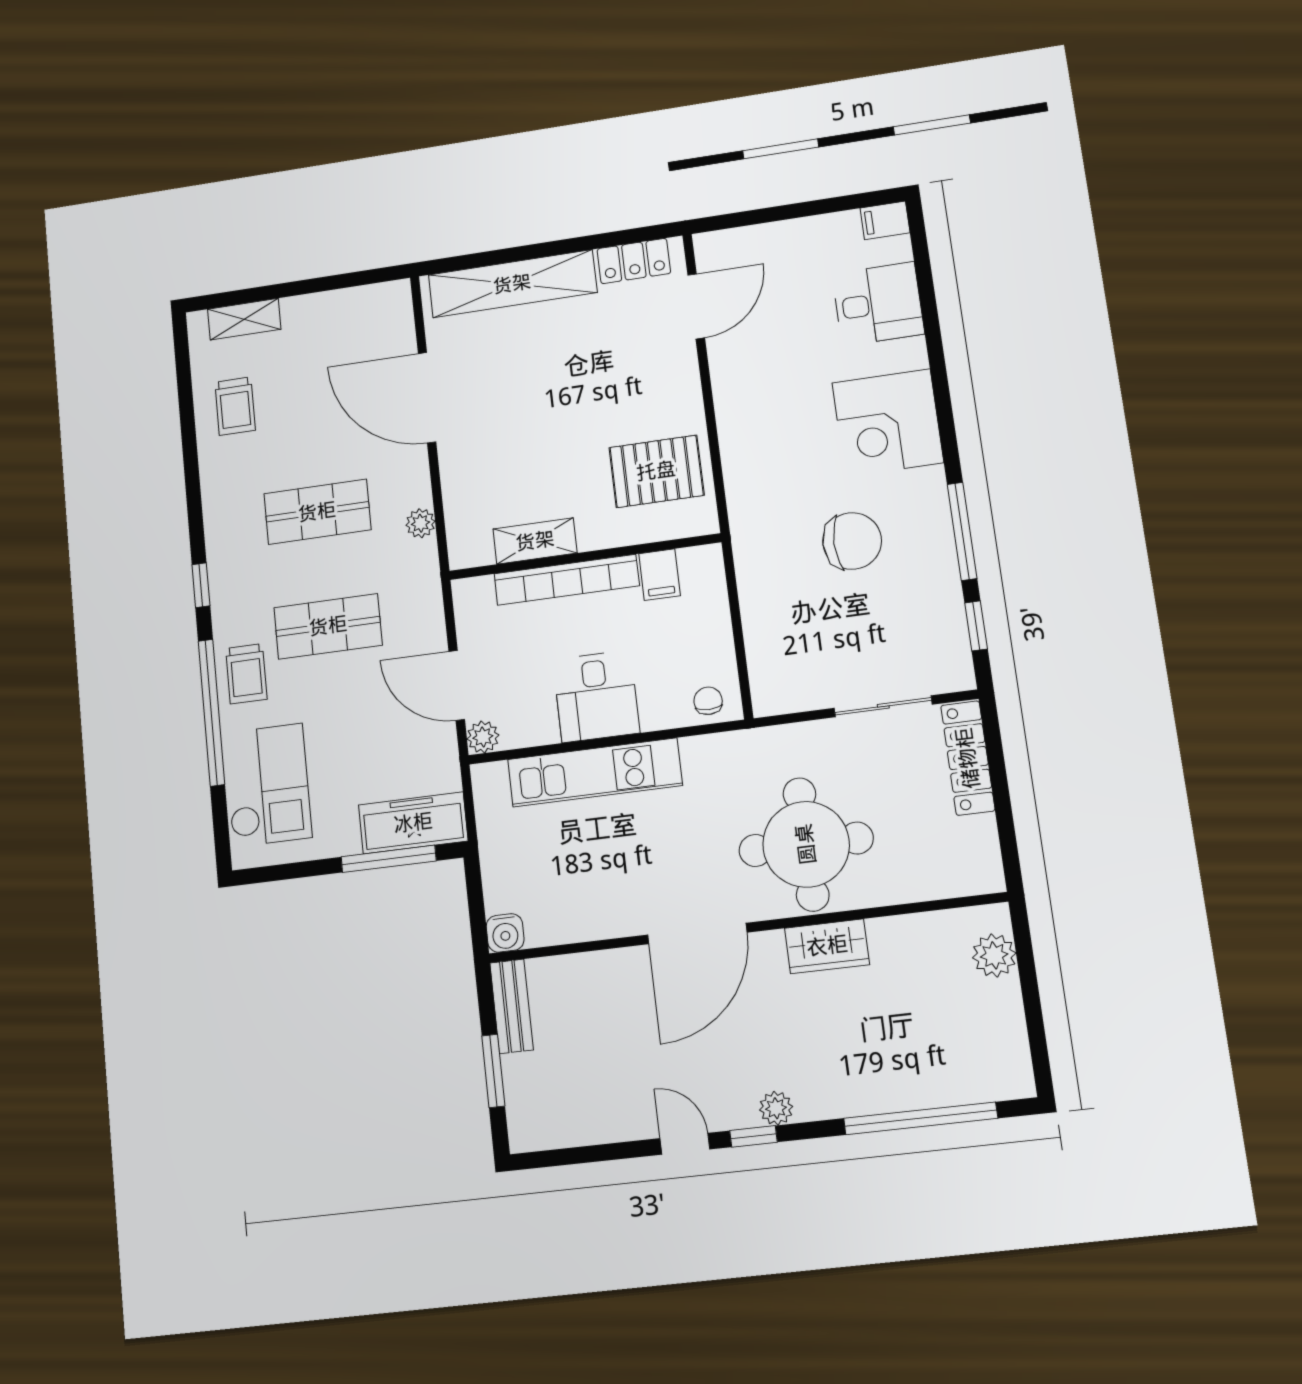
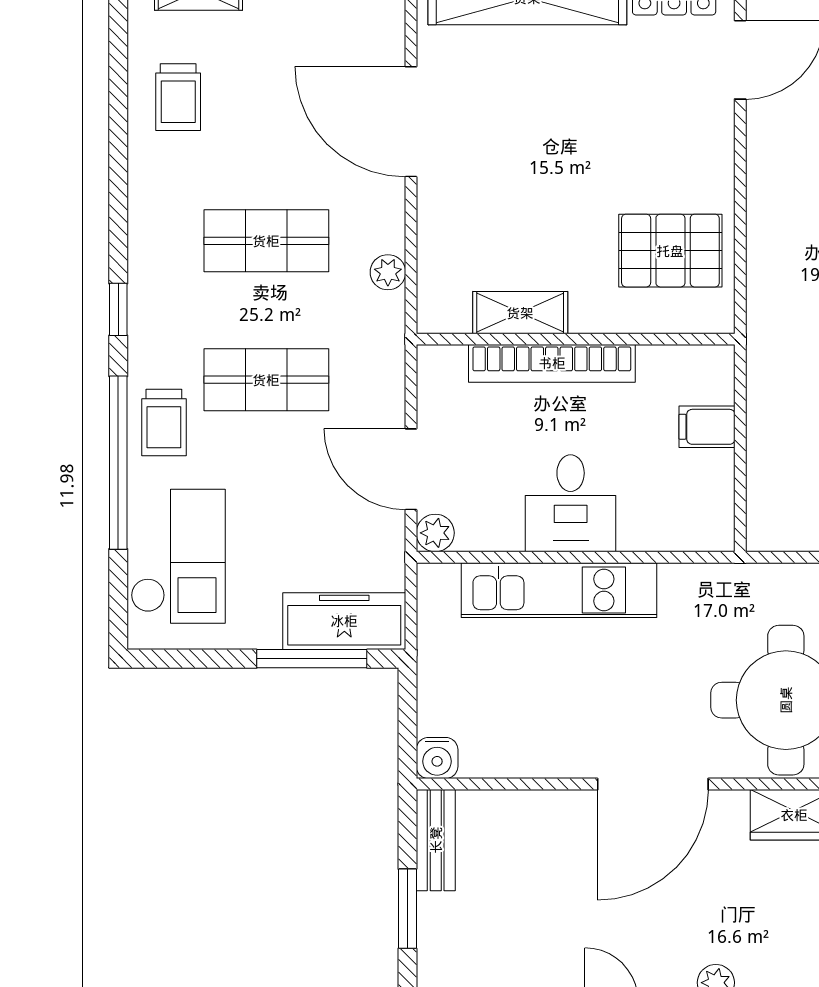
filing cabinet: (660, 575) -> (707, 427), moved, turned 90
chair: (708, 701) -> (697, 525), removed

